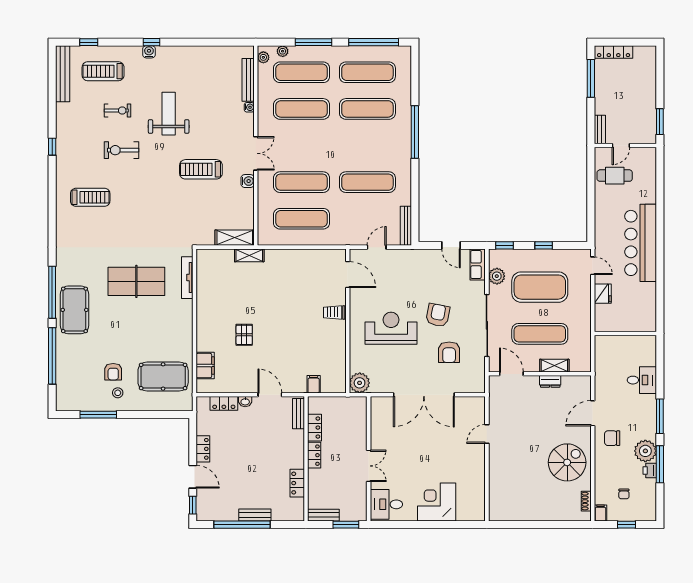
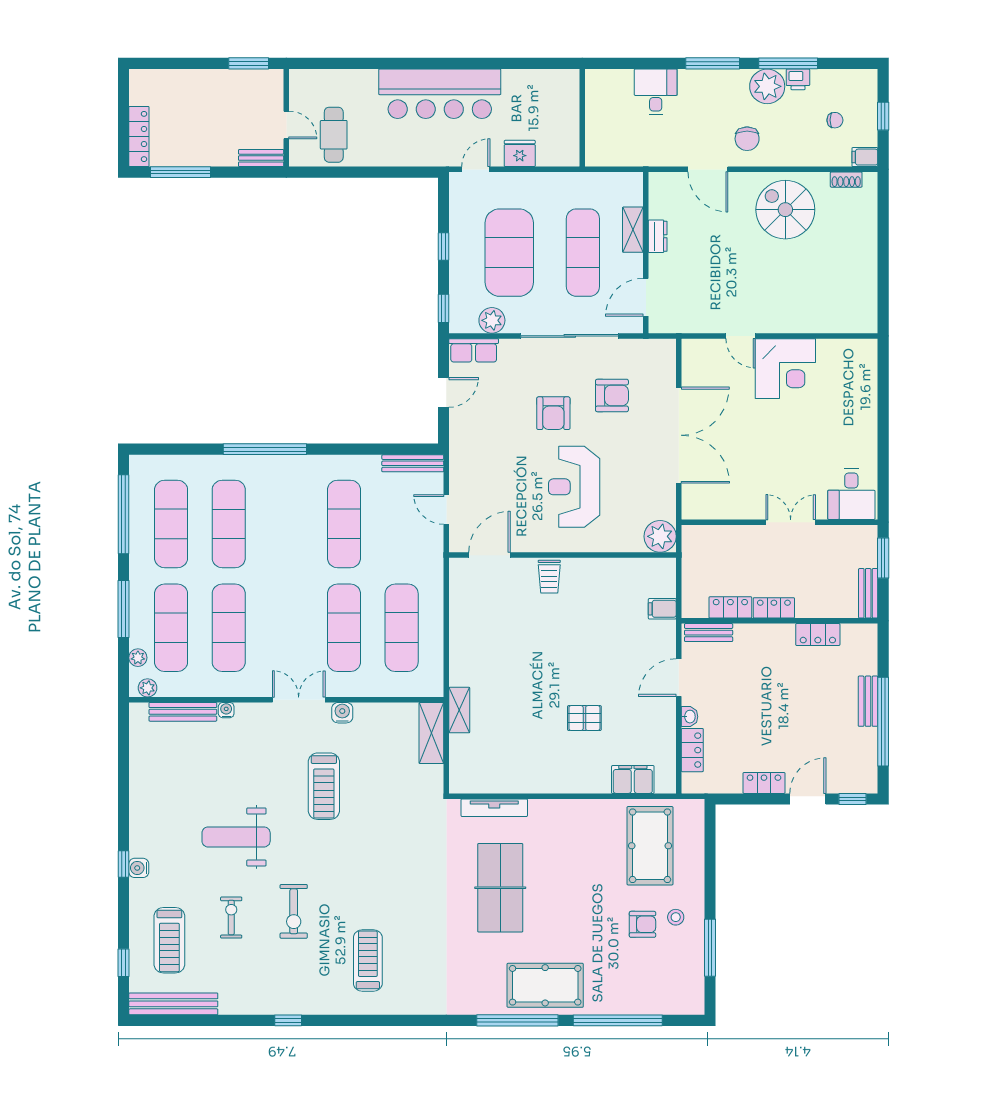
armchair: (438, 315) -> (553, 413), turned -101
corner desk: (437, 502) -> (785, 369), moved, turned -90

